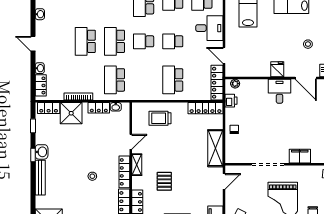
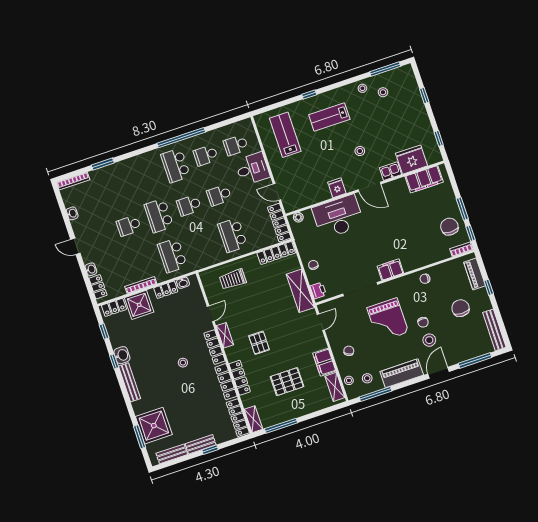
school desk: (85, 41) -> (129, 226), width x0.54
desk: (280, 91) -> (338, 217), width x1.87, depth x1.30
printer: (231, 101) -> (318, 291), moved

